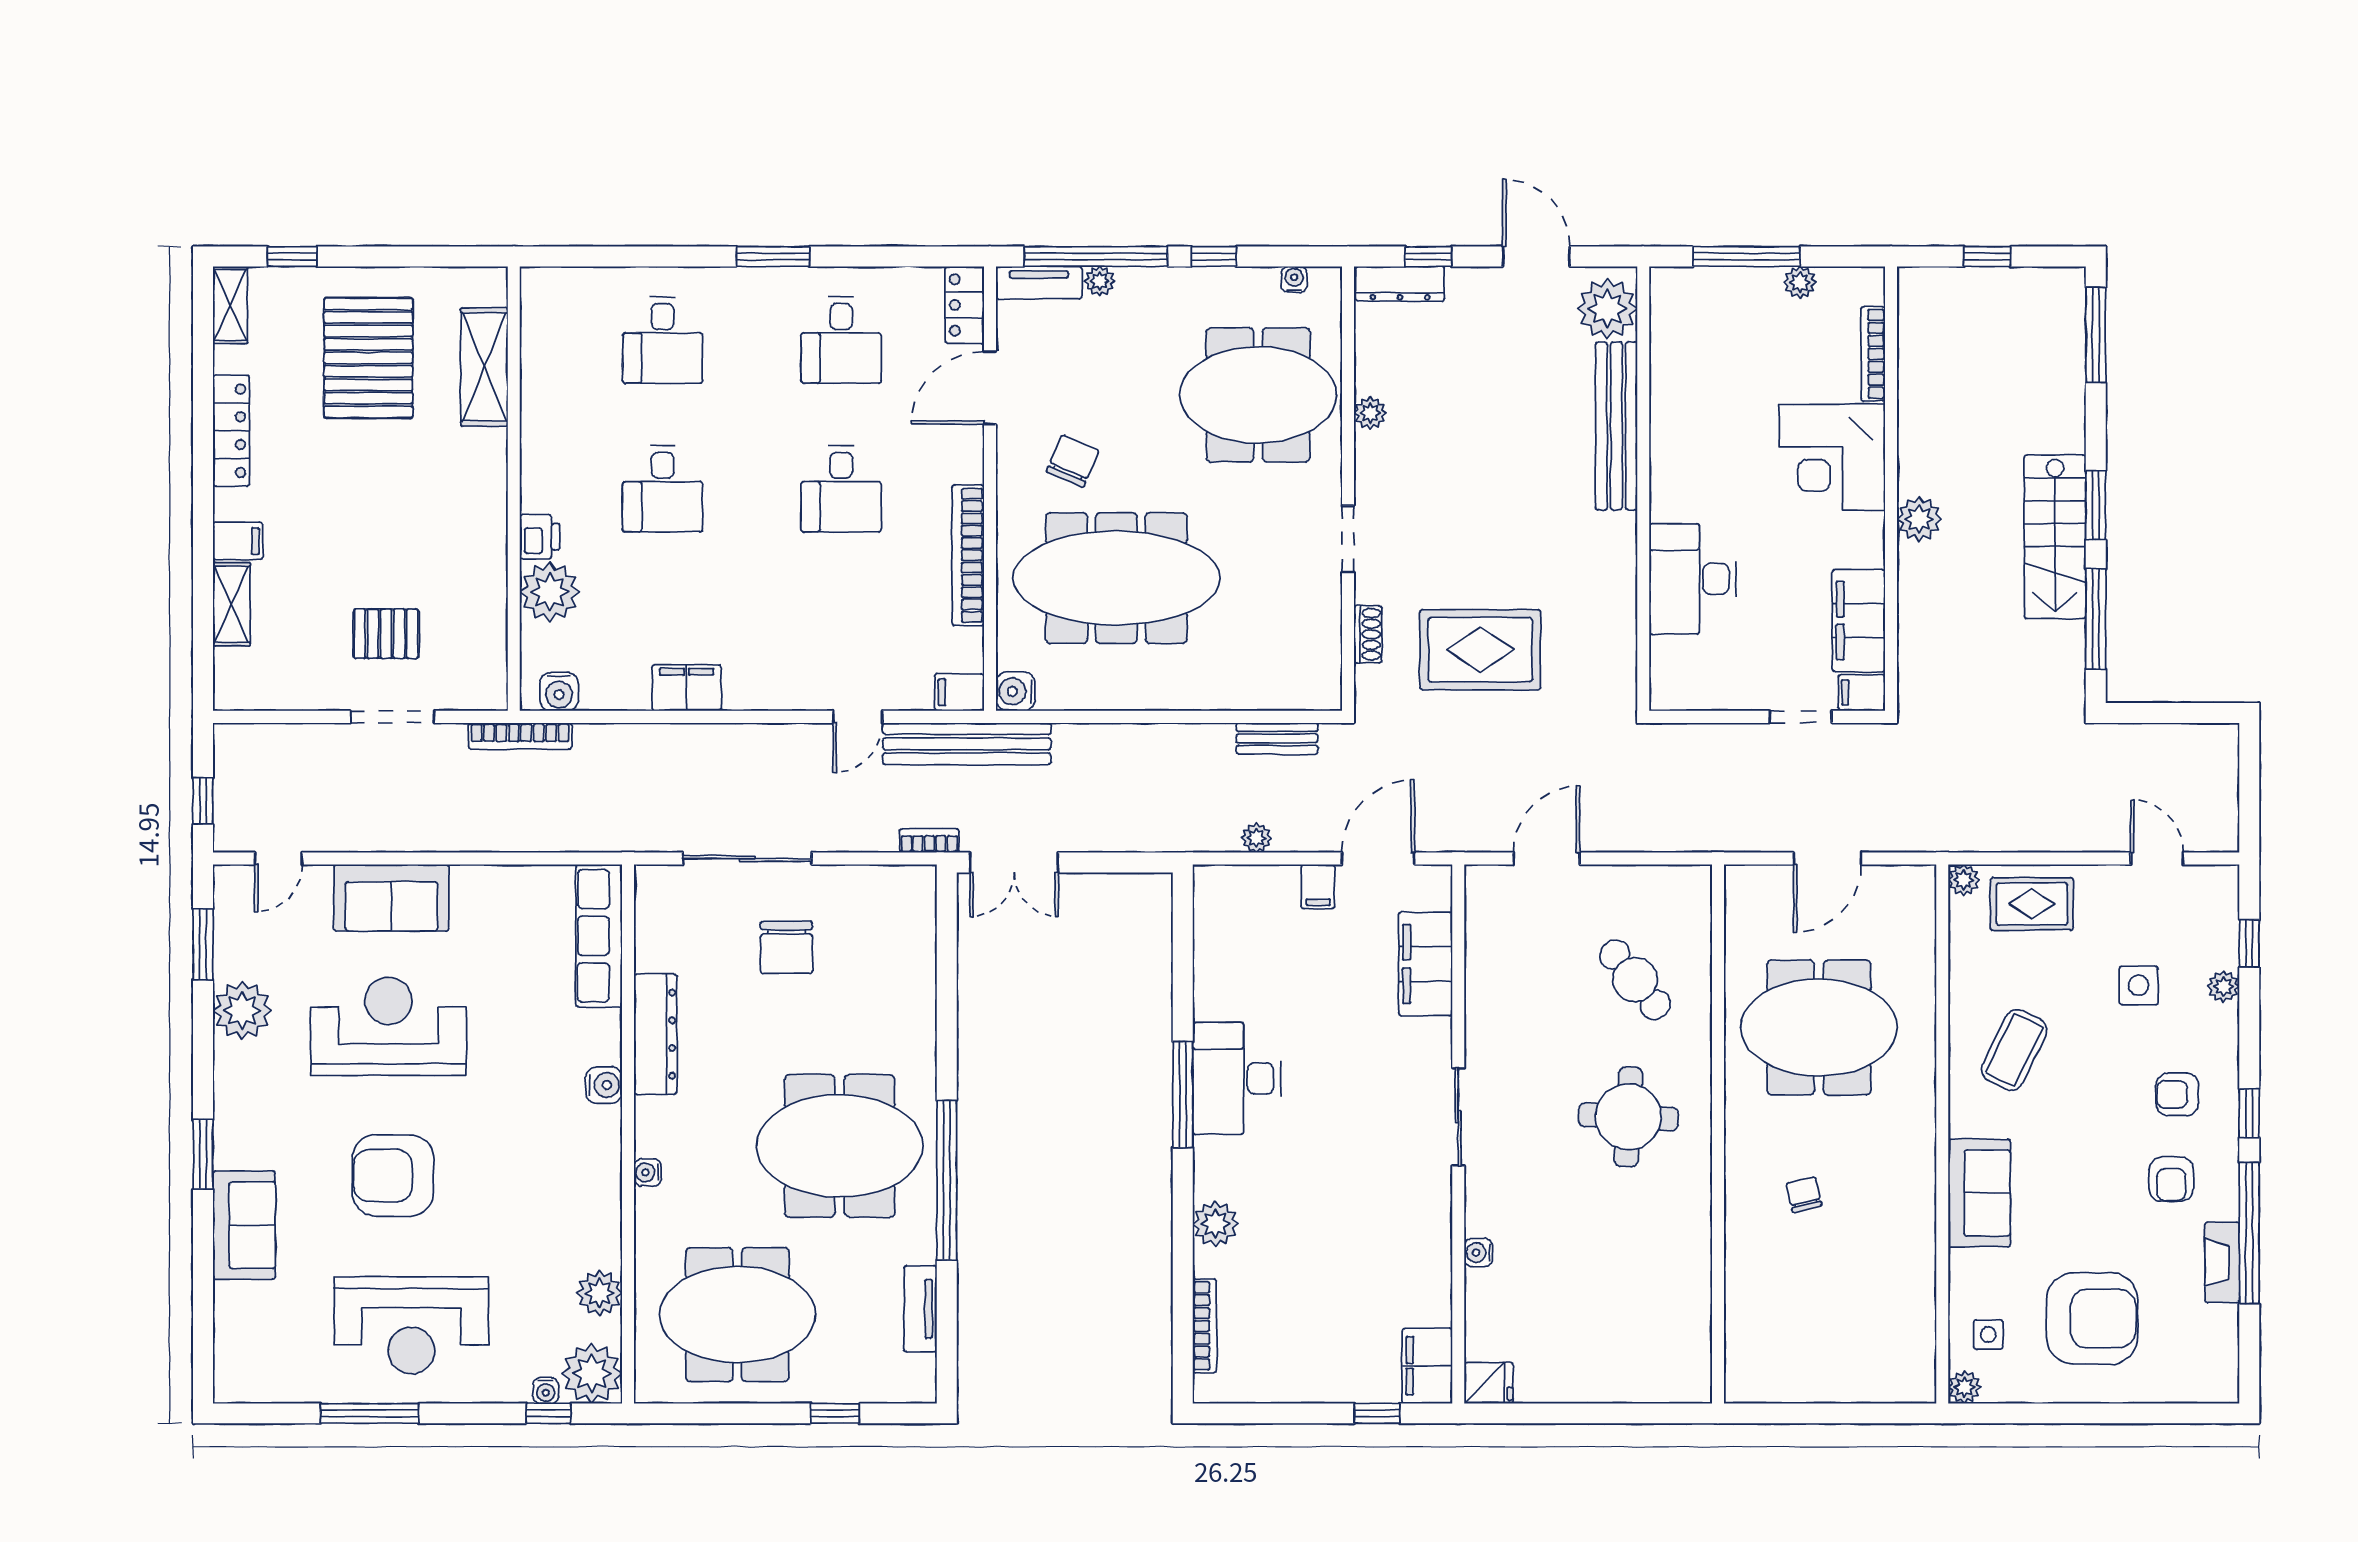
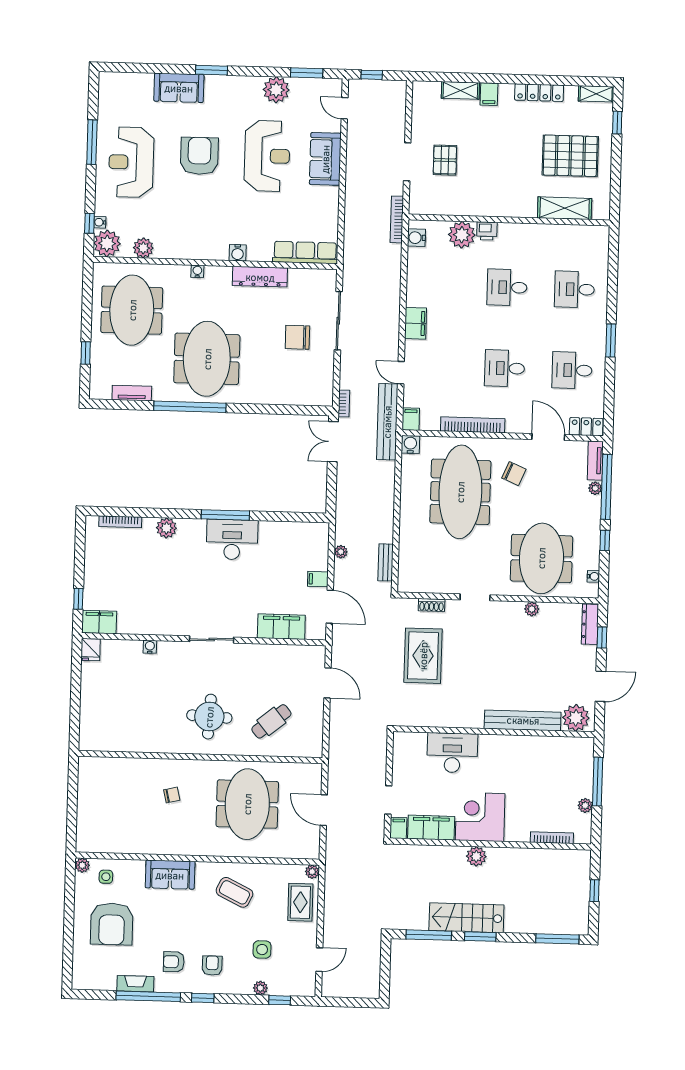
corner desk: (1832, 457) -> (480, 817), moved
filing cabinet: (687, 688) -> (416, 323), moved

